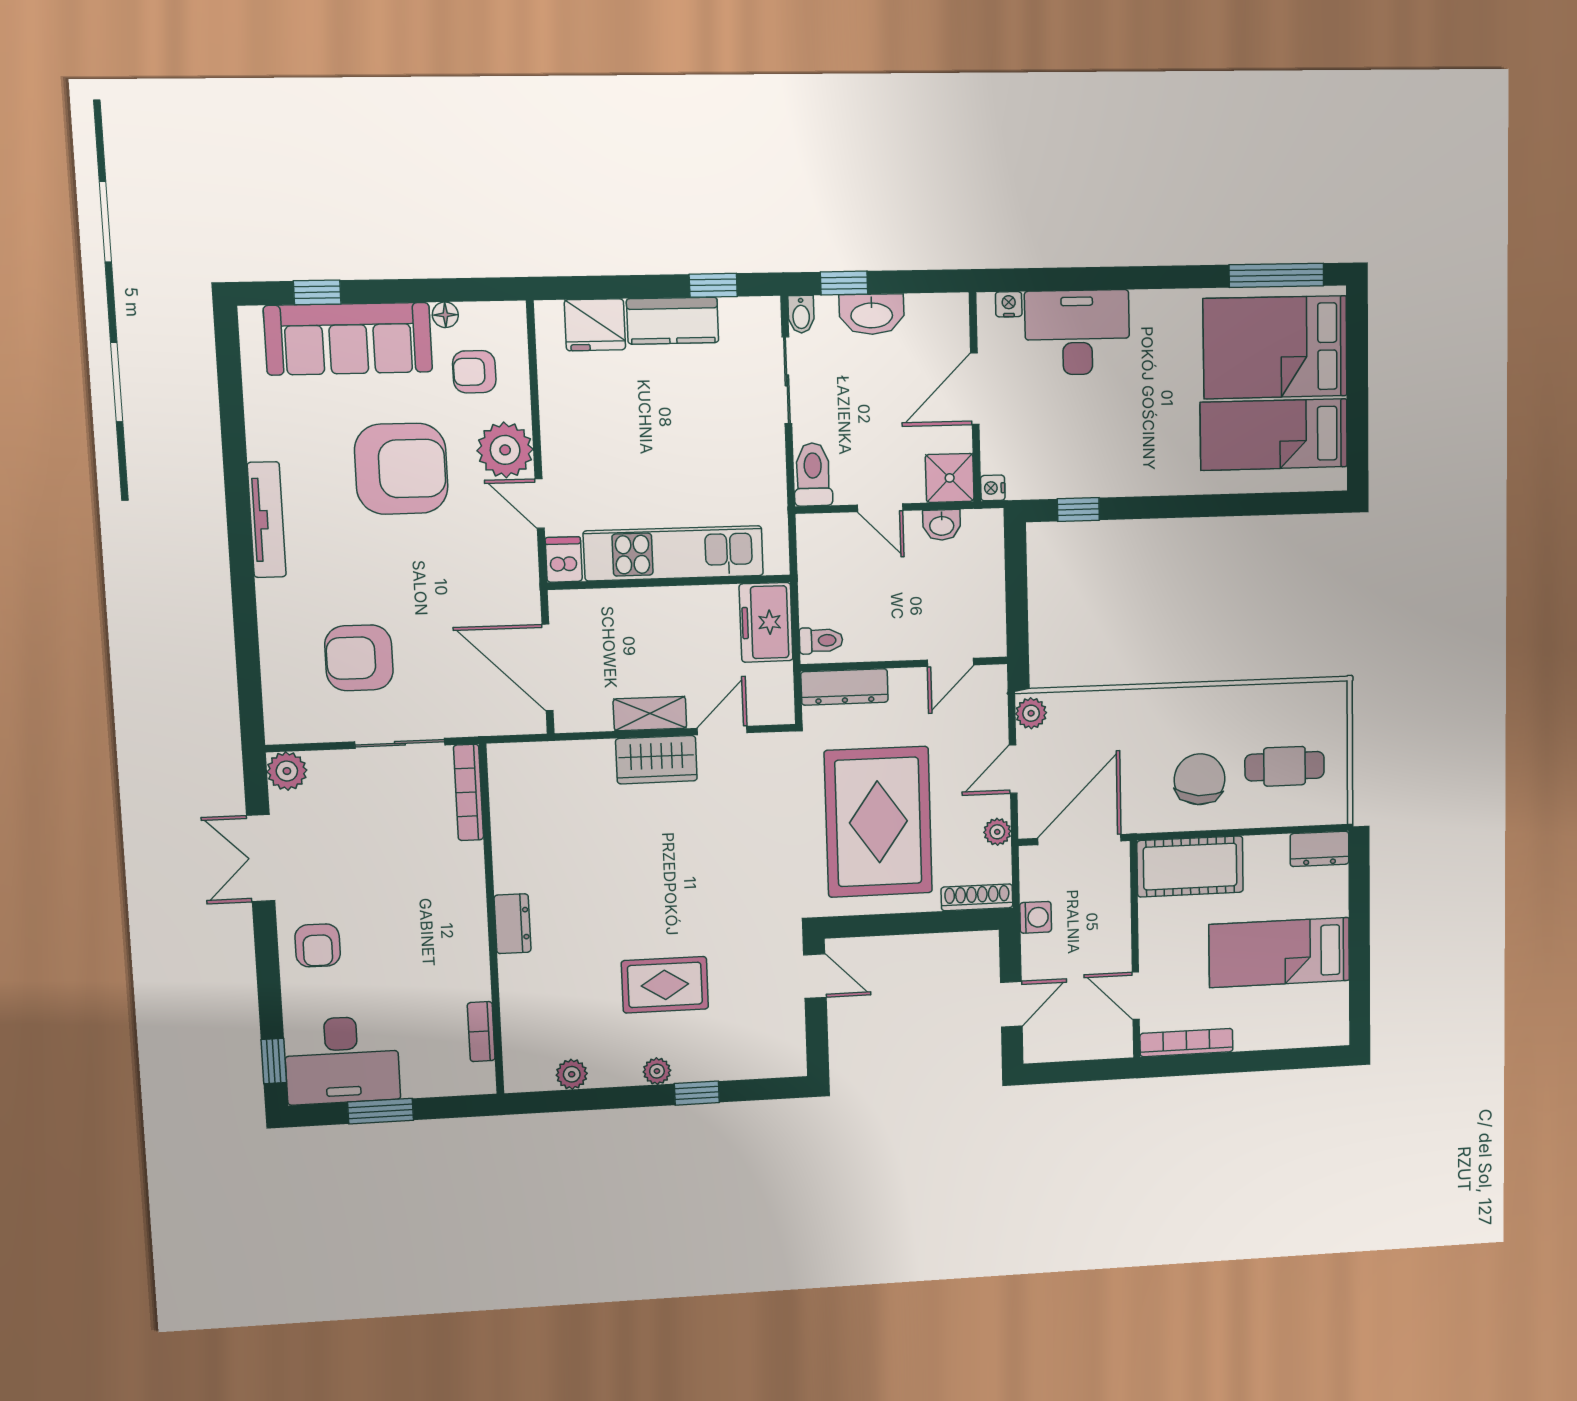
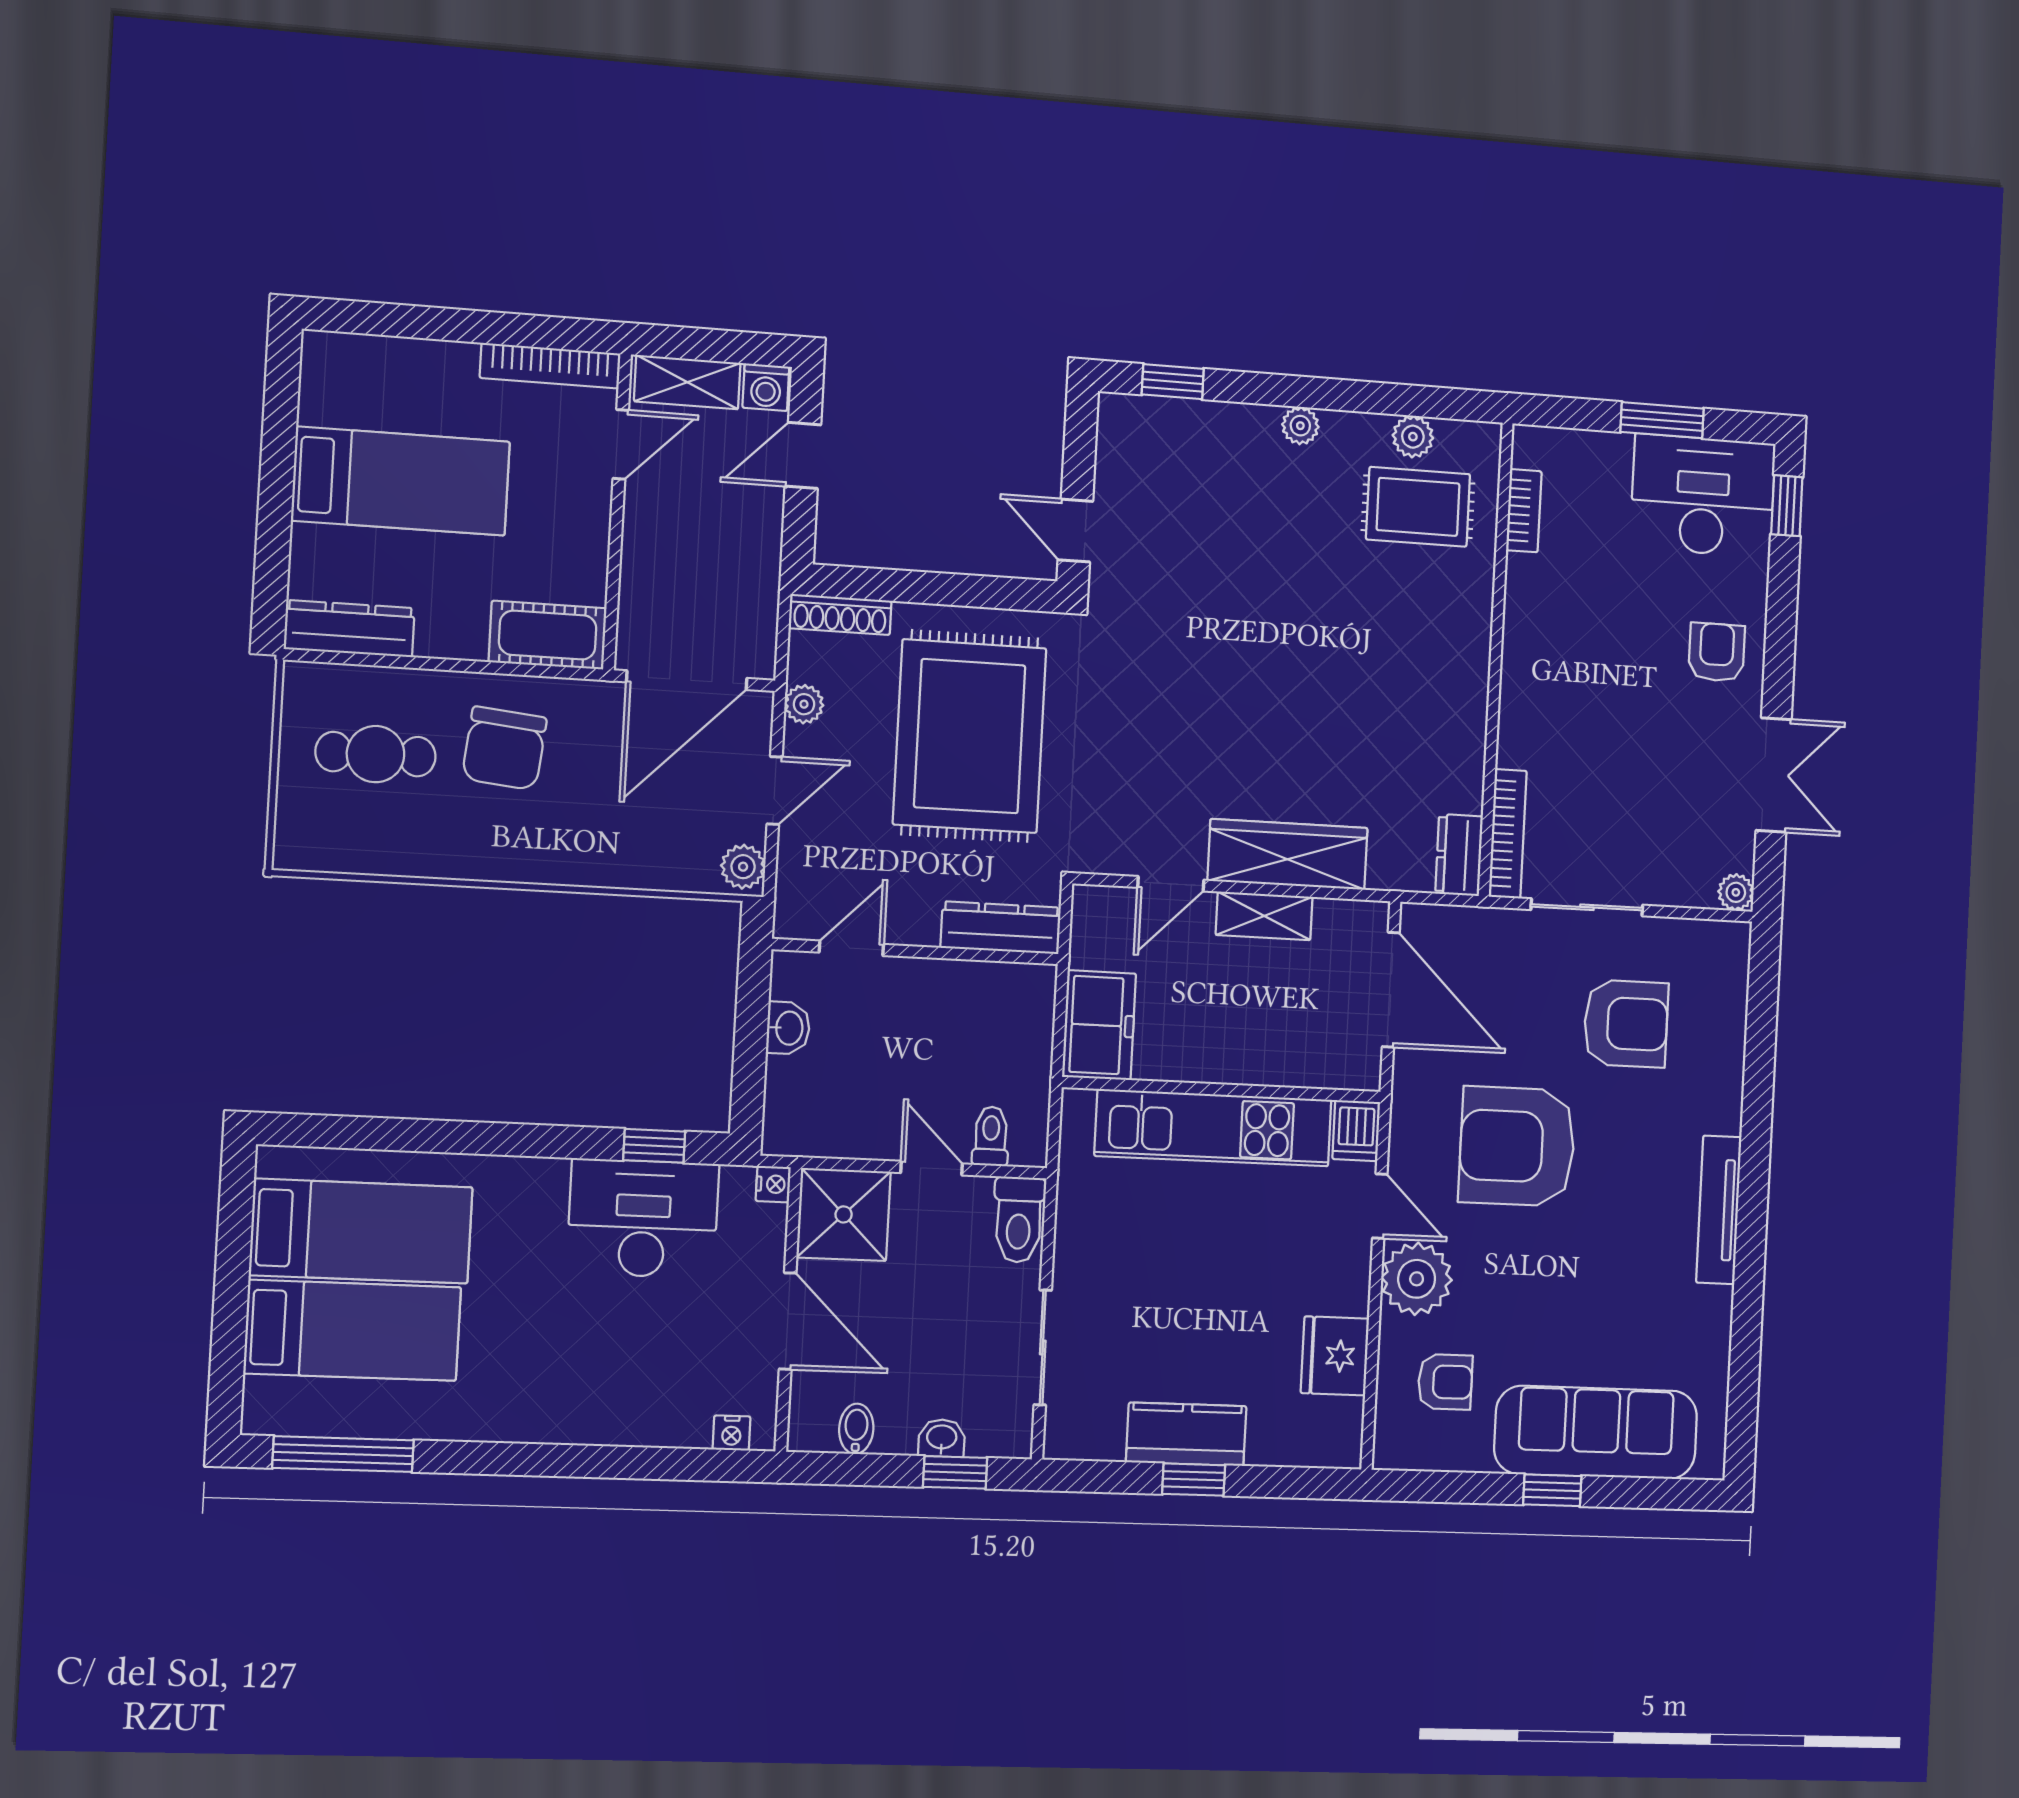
window: (713, 285) -> (1194, 1480), moved
window: (317, 292) -> (1552, 1490), moved
bidet: (801, 314) -> (856, 1429), moved
washbasin: (872, 314) -> (942, 1438), width x0.52, depth x0.69
floor lamp: (445, 315) -> (1474, 1456), removed
fridge: (595, 325) -> (1335, 1356), moved, turned -90
desk: (1077, 332) -> (643, 1218), moved, turned 180
bed: (1275, 347) -> (353, 1330), width x0.67
door: (975, 389) -> (788, 1321), hinge flipped
armchair: (401, 469) -> (1517, 1146), moved
shower: (950, 478) -> (844, 1214), width x1.36, depth x1.36
washbasin: (942, 525) -> (788, 1028), moved, turned 90
toilet: (821, 640) -> (991, 1136), moved, turned 90
wardrobe: (656, 760) -> (1288, 854), width x1.50
plant: (287, 771) -> (1736, 892), width x0.73, depth x0.73
dresser: (1320, 849) -> (349, 629), width x1.44
cot: (1190, 867) -> (548, 635), width x0.73, depth x0.75
washing machine: (1036, 917) -> (766, 387), moved, turned -90
dresser: (513, 924) -> (1459, 855), moved
rug: (665, 985) -> (1418, 507), moved
door: (1136, 996) -> (621, 444), hinge flipped
shelving: (1094, 1044) -> (687, 382), added
window: (697, 1093) -> (1173, 382), moved

